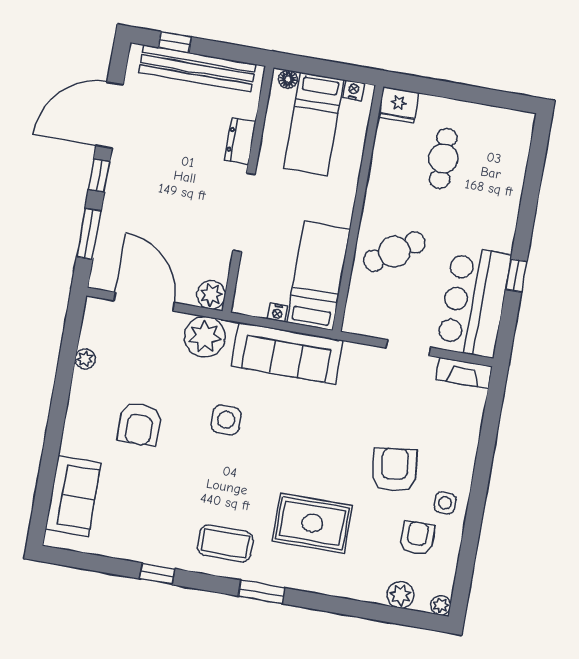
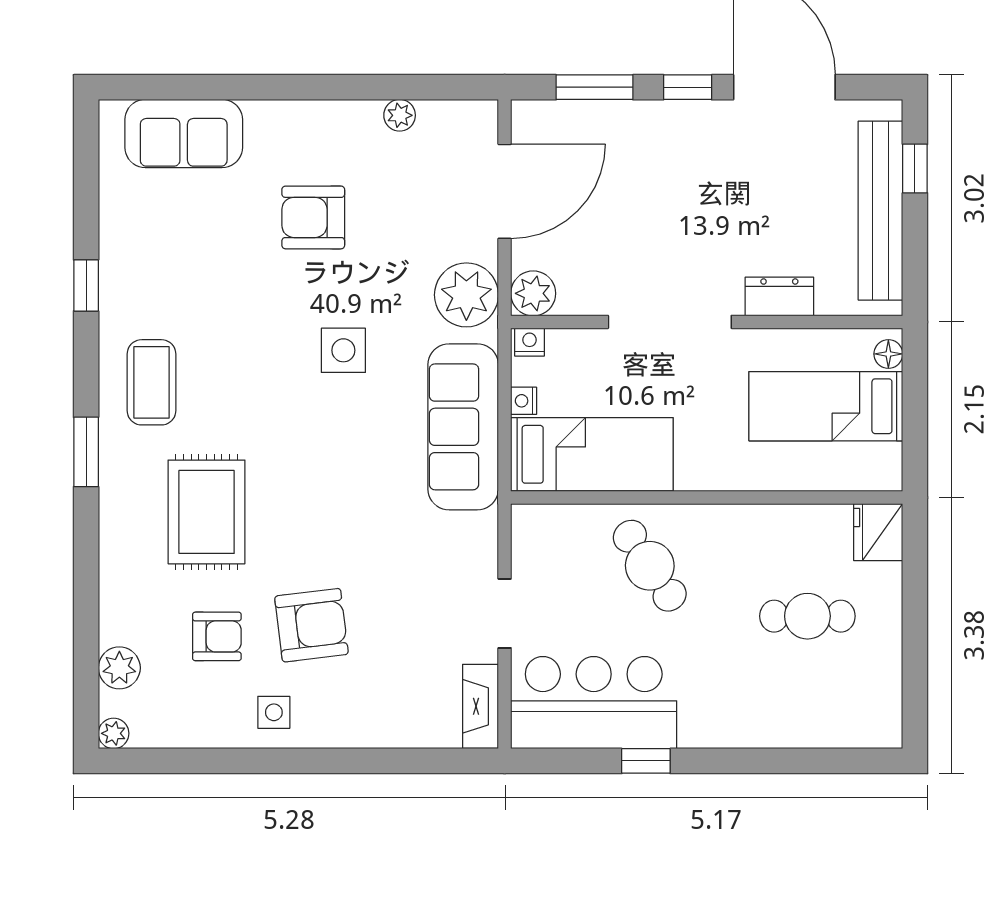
nightstand: (354, 90) -> (530, 342), moved, turned -90
armchair: (417, 538) -> (217, 636), moved

